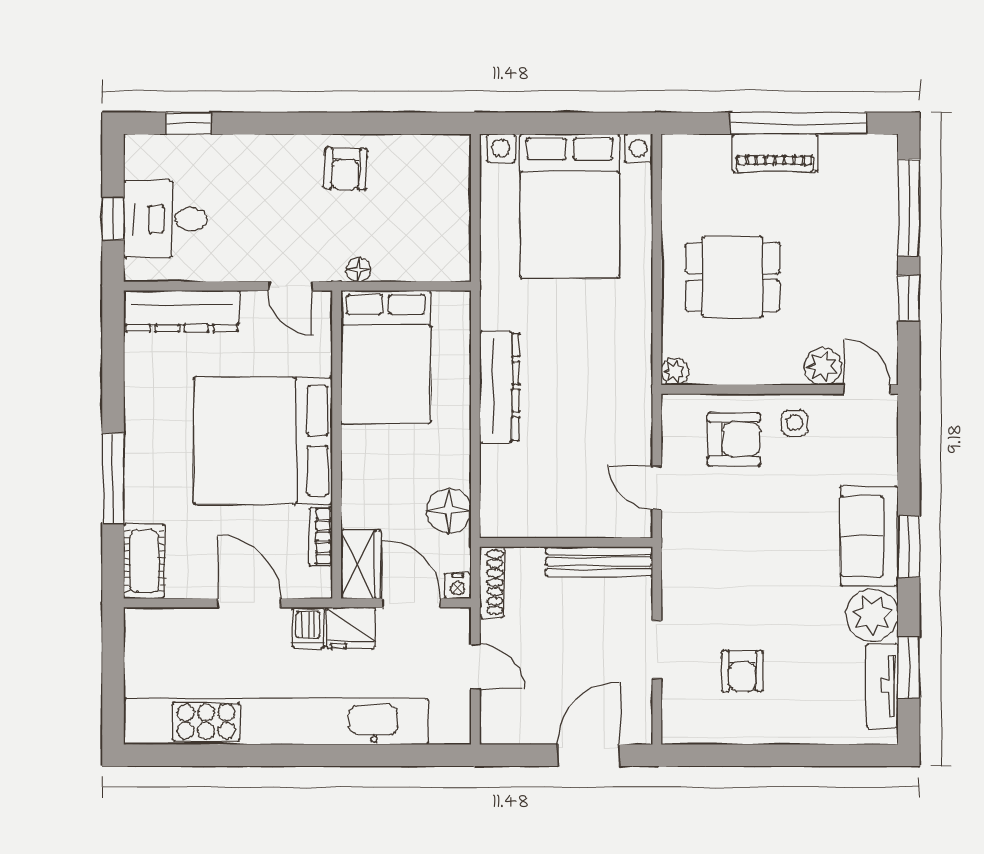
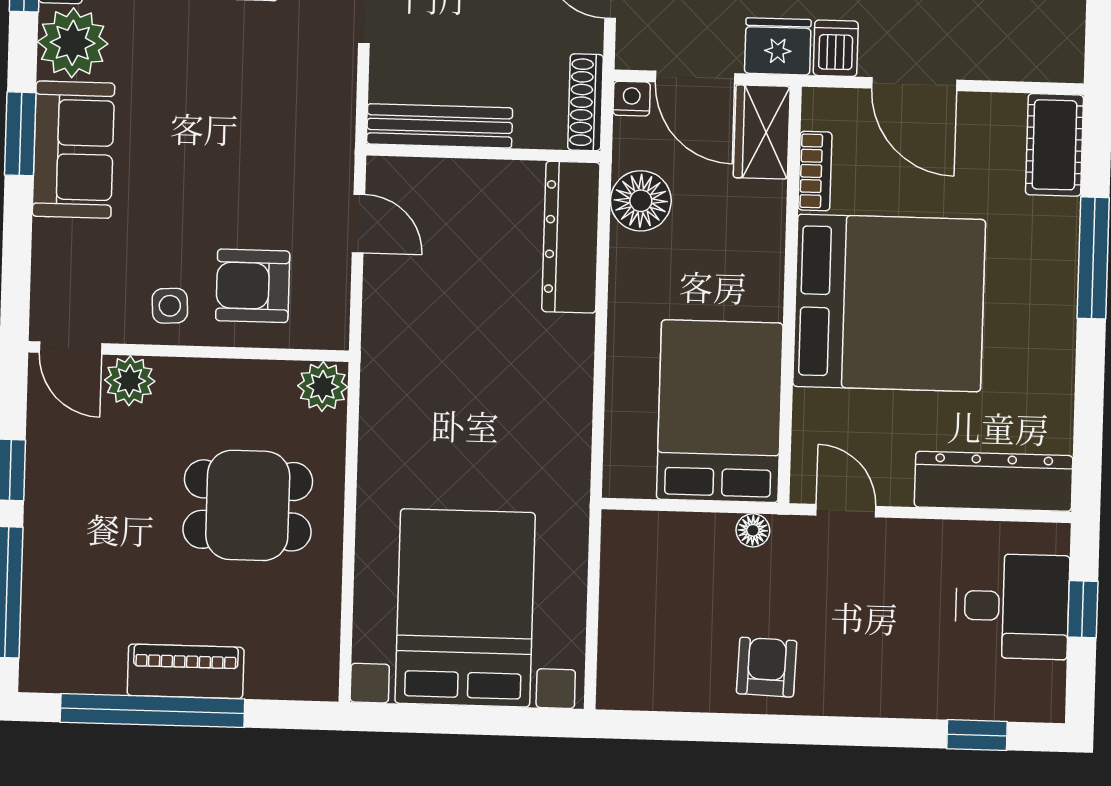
plant: (675, 372) -> (323, 386), width x1.38, depth x1.38
dresser: (500, 387) -> (571, 237), moved

